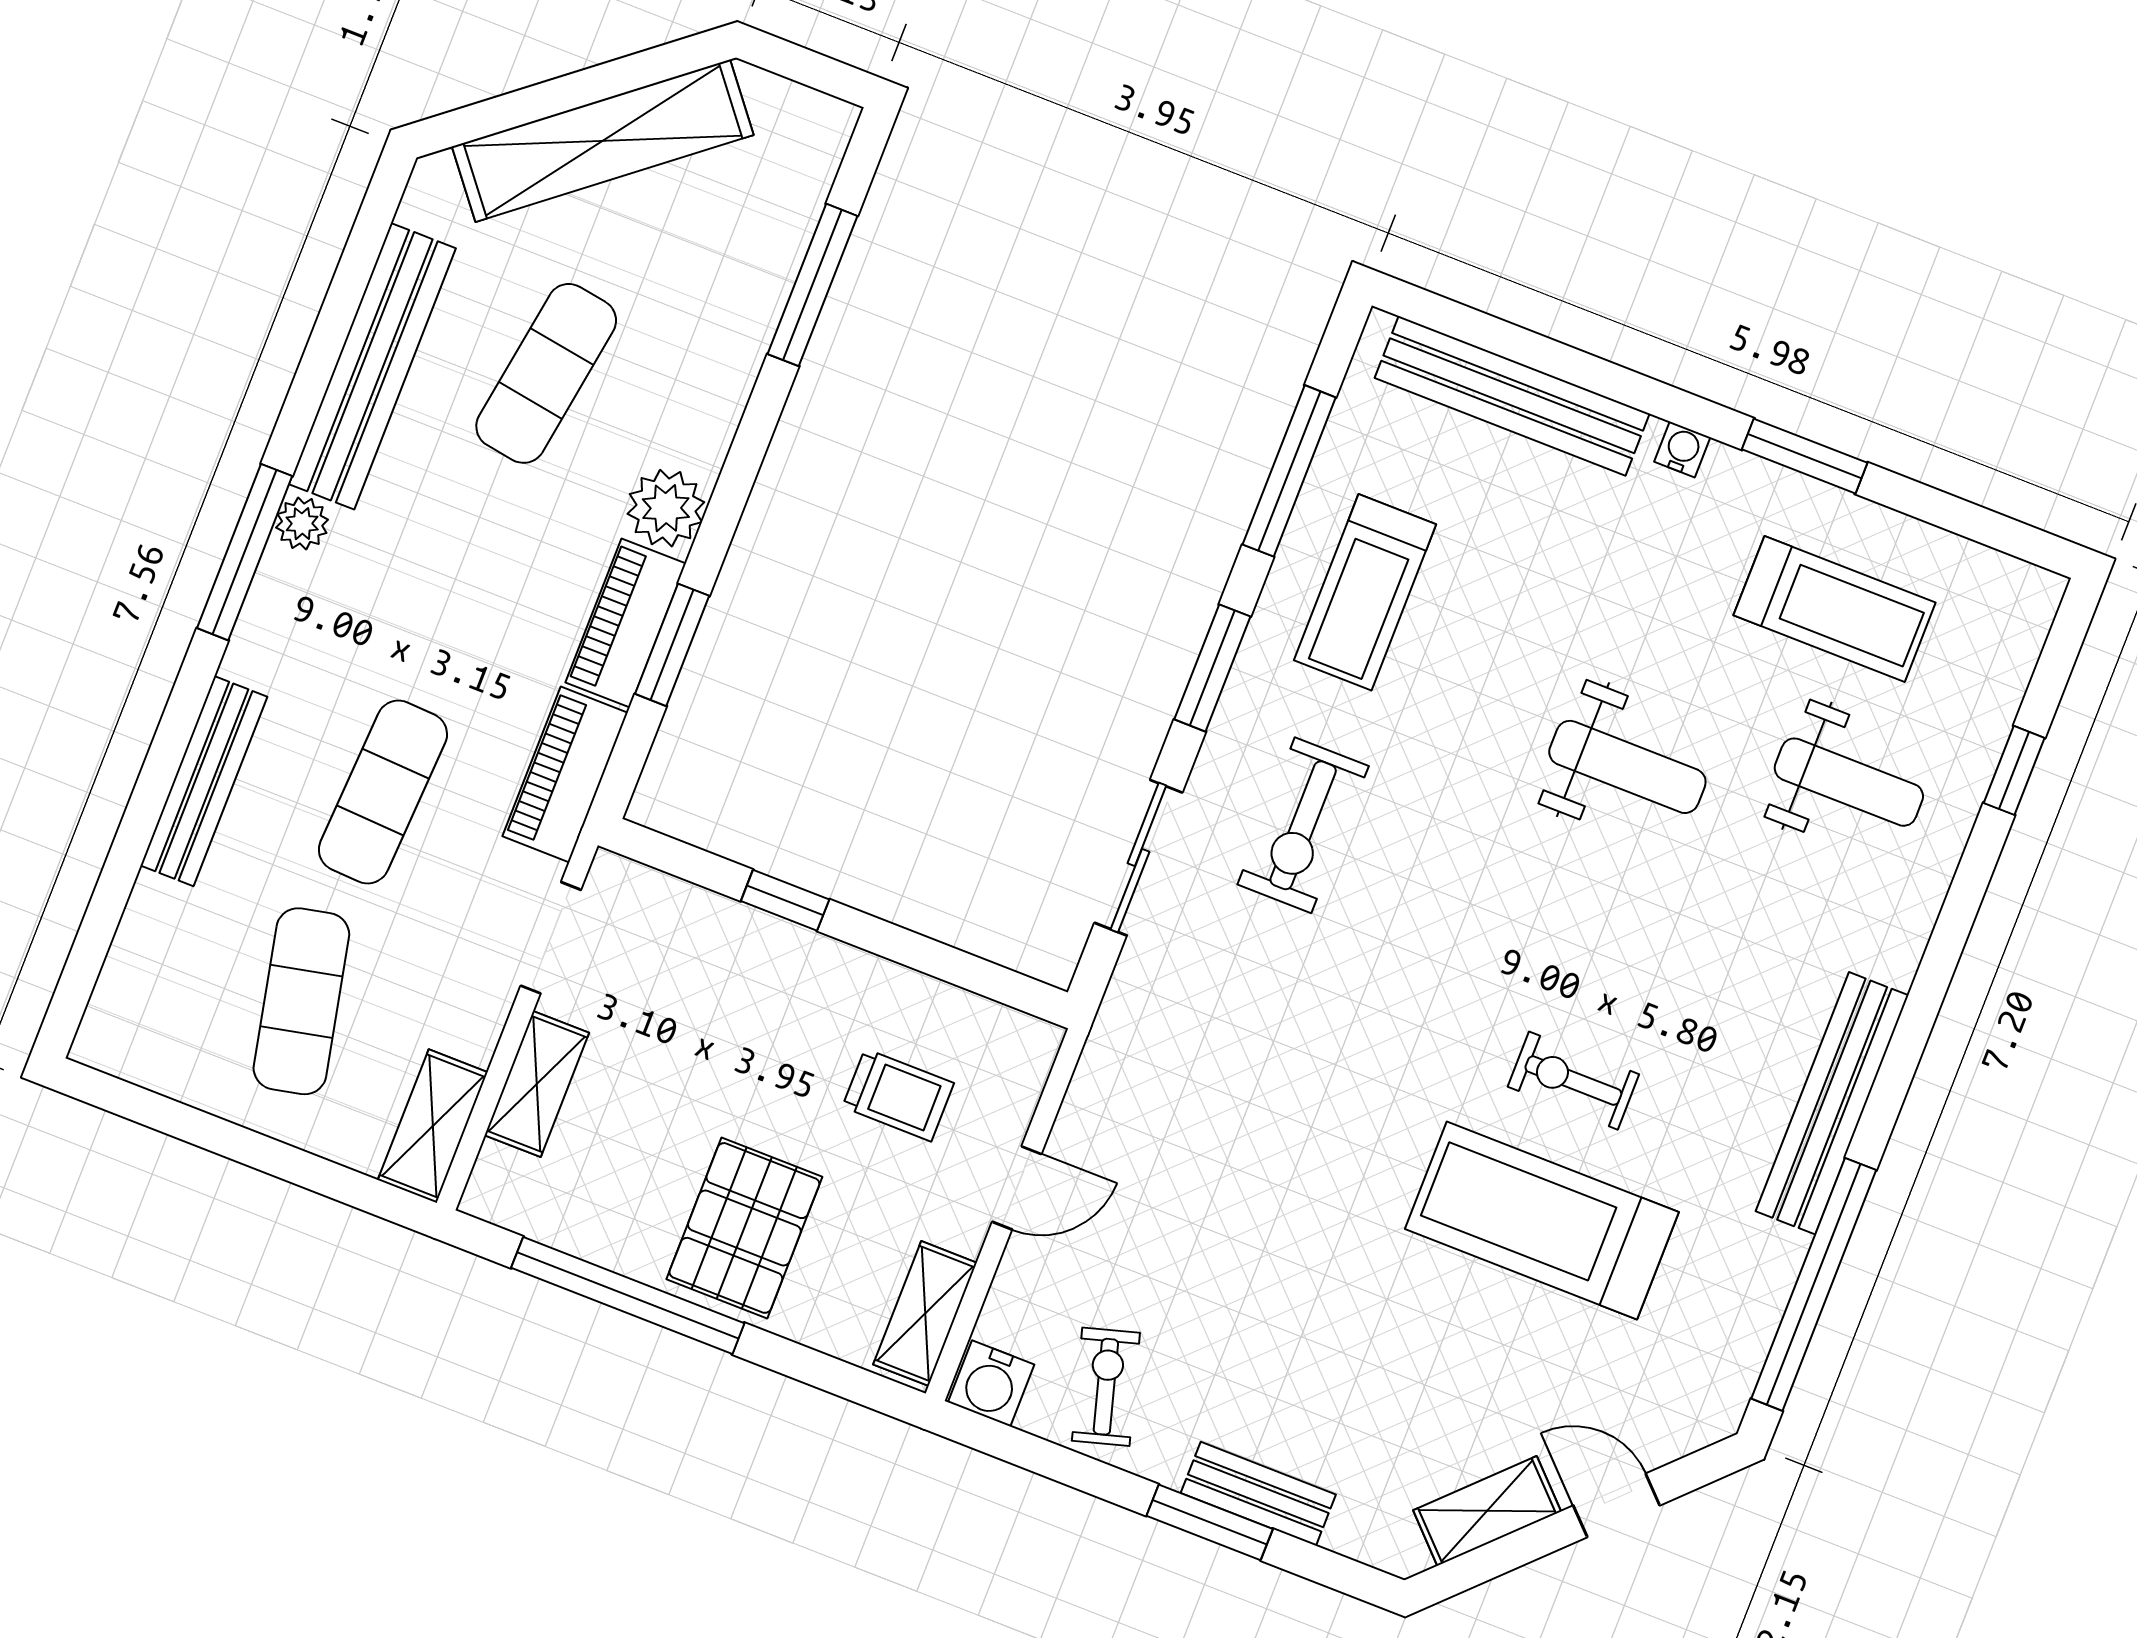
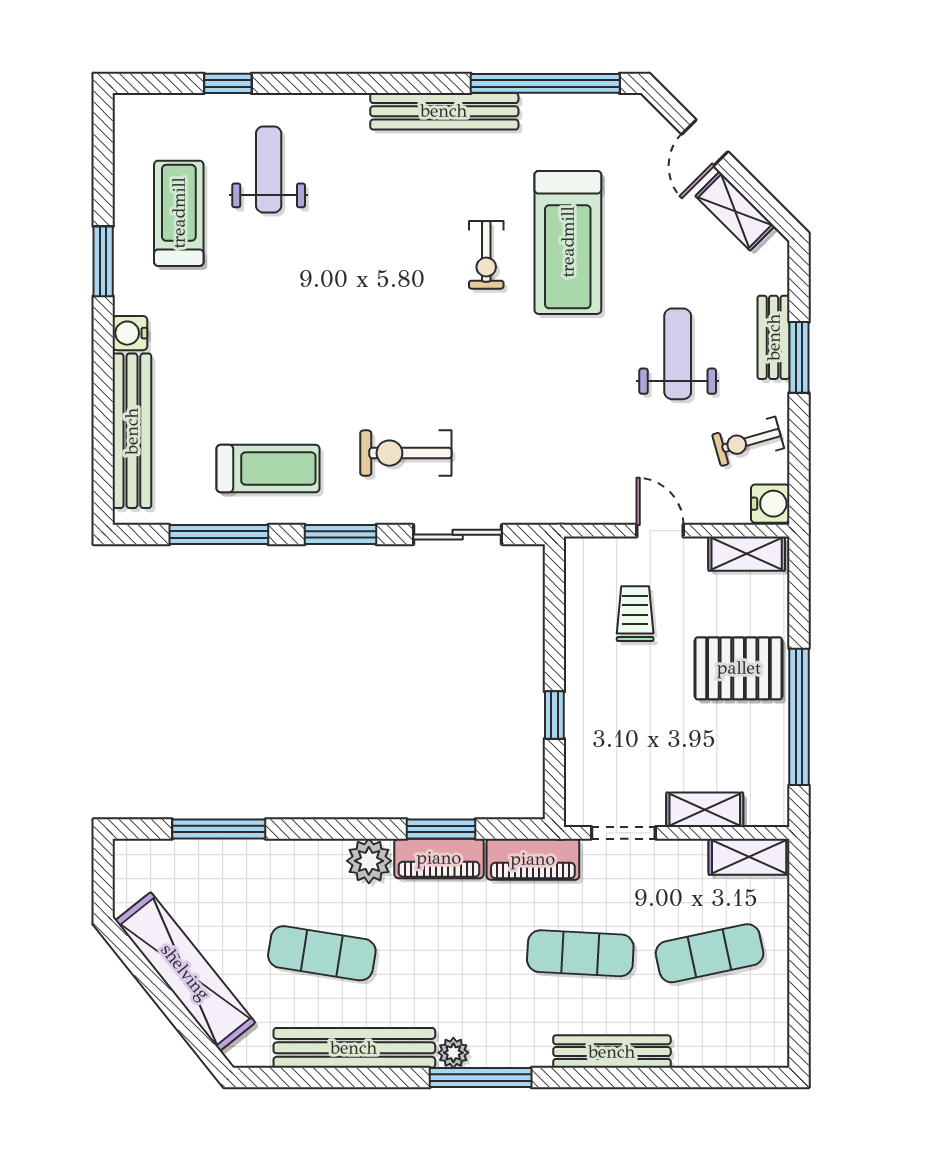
water cooler: (1682, 449) -> (130, 333), width x1.38, depth x1.38
weight bench: (1627, 767) -> (678, 354), moved
exercise bike: (1303, 825) -> (406, 453), turned 180

